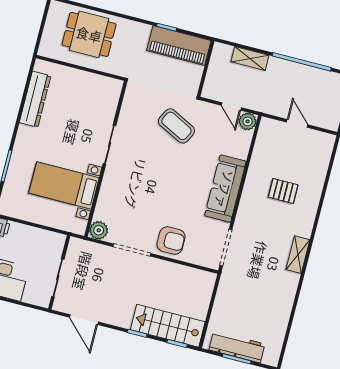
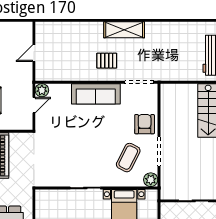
coffee table: (176, 126) -> (128, 158), moved
pallet: (283, 191) -> (107, 61), moved, turned 90
shelving: (298, 255) -> (124, 30), width x1.50, depth x1.33

